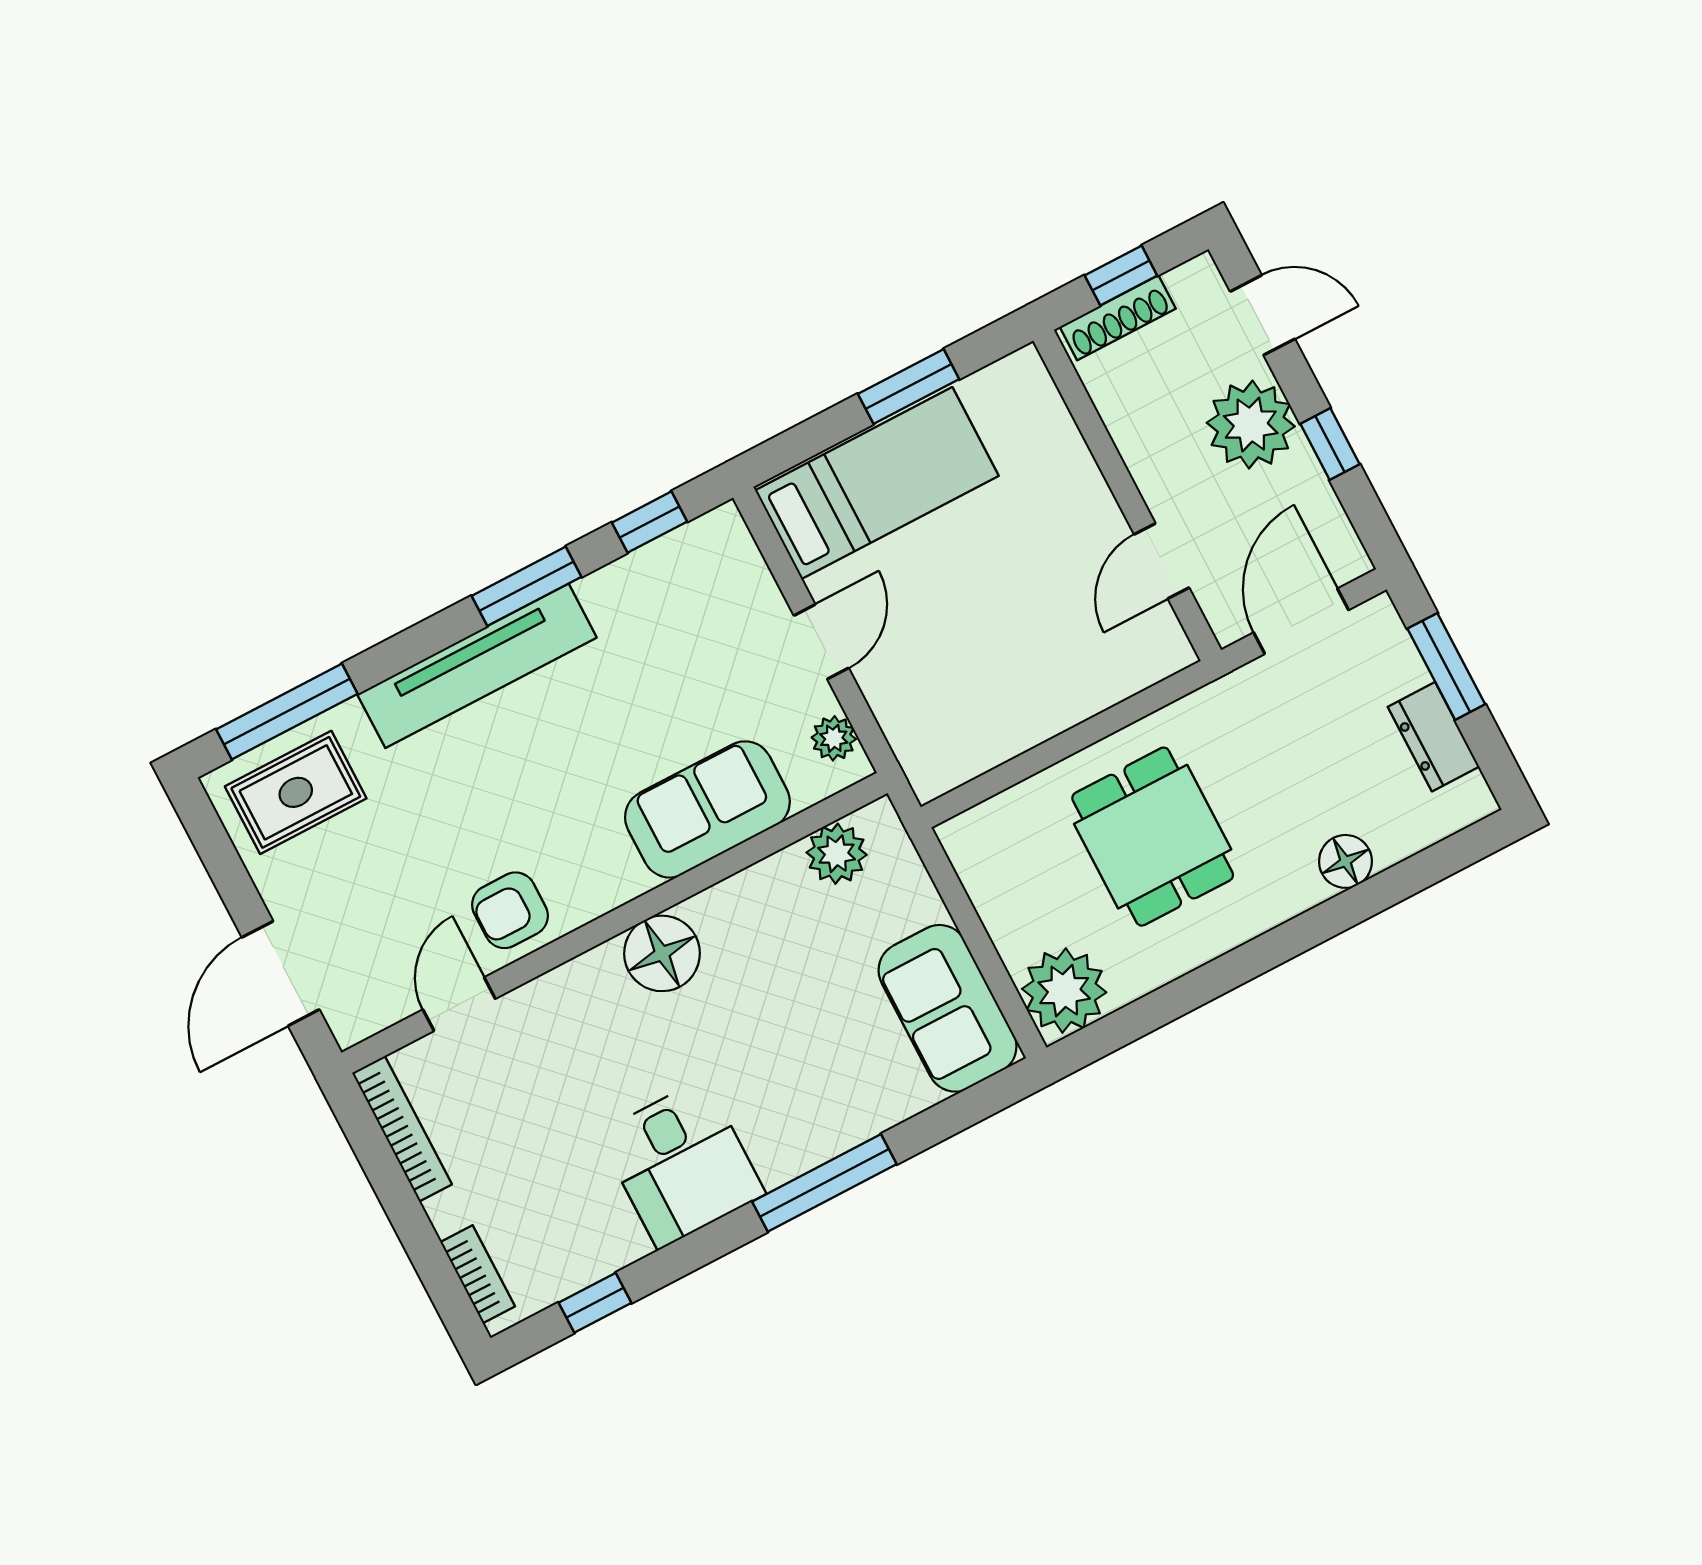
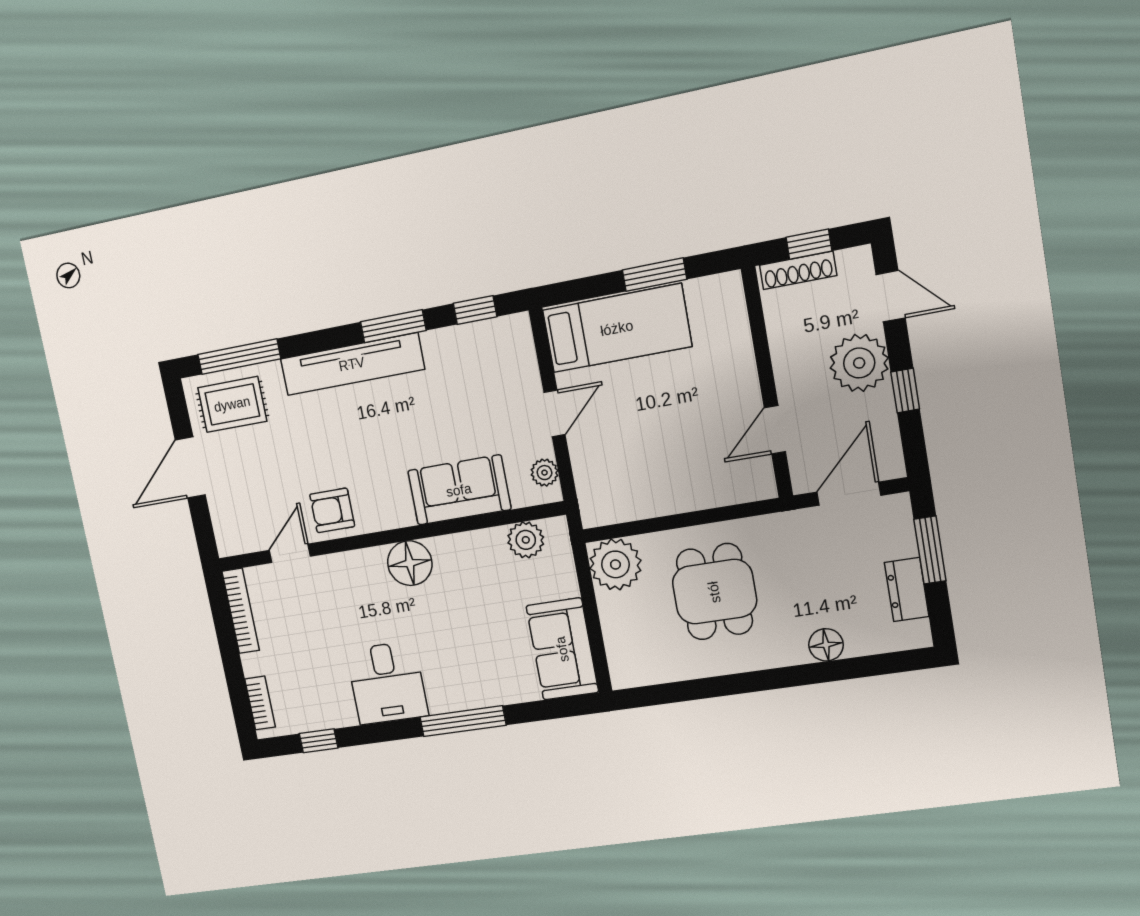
door: (281, 973) -> (190, 468), moved
plant: (1064, 991) -> (615, 564), moved

